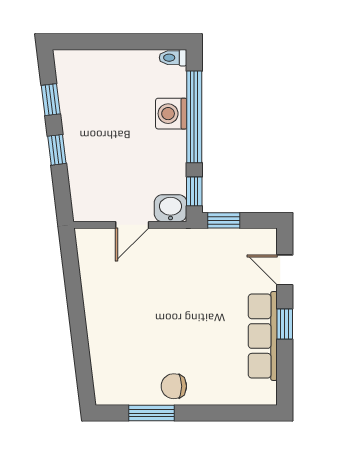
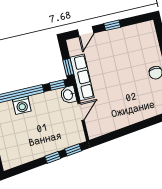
window: (51, 100) -> (73, 150), moved
door: (132, 225) -> (81, 112), hinge flipped
row of seats: (263, 336) -> (82, 77), moved, turned -90

